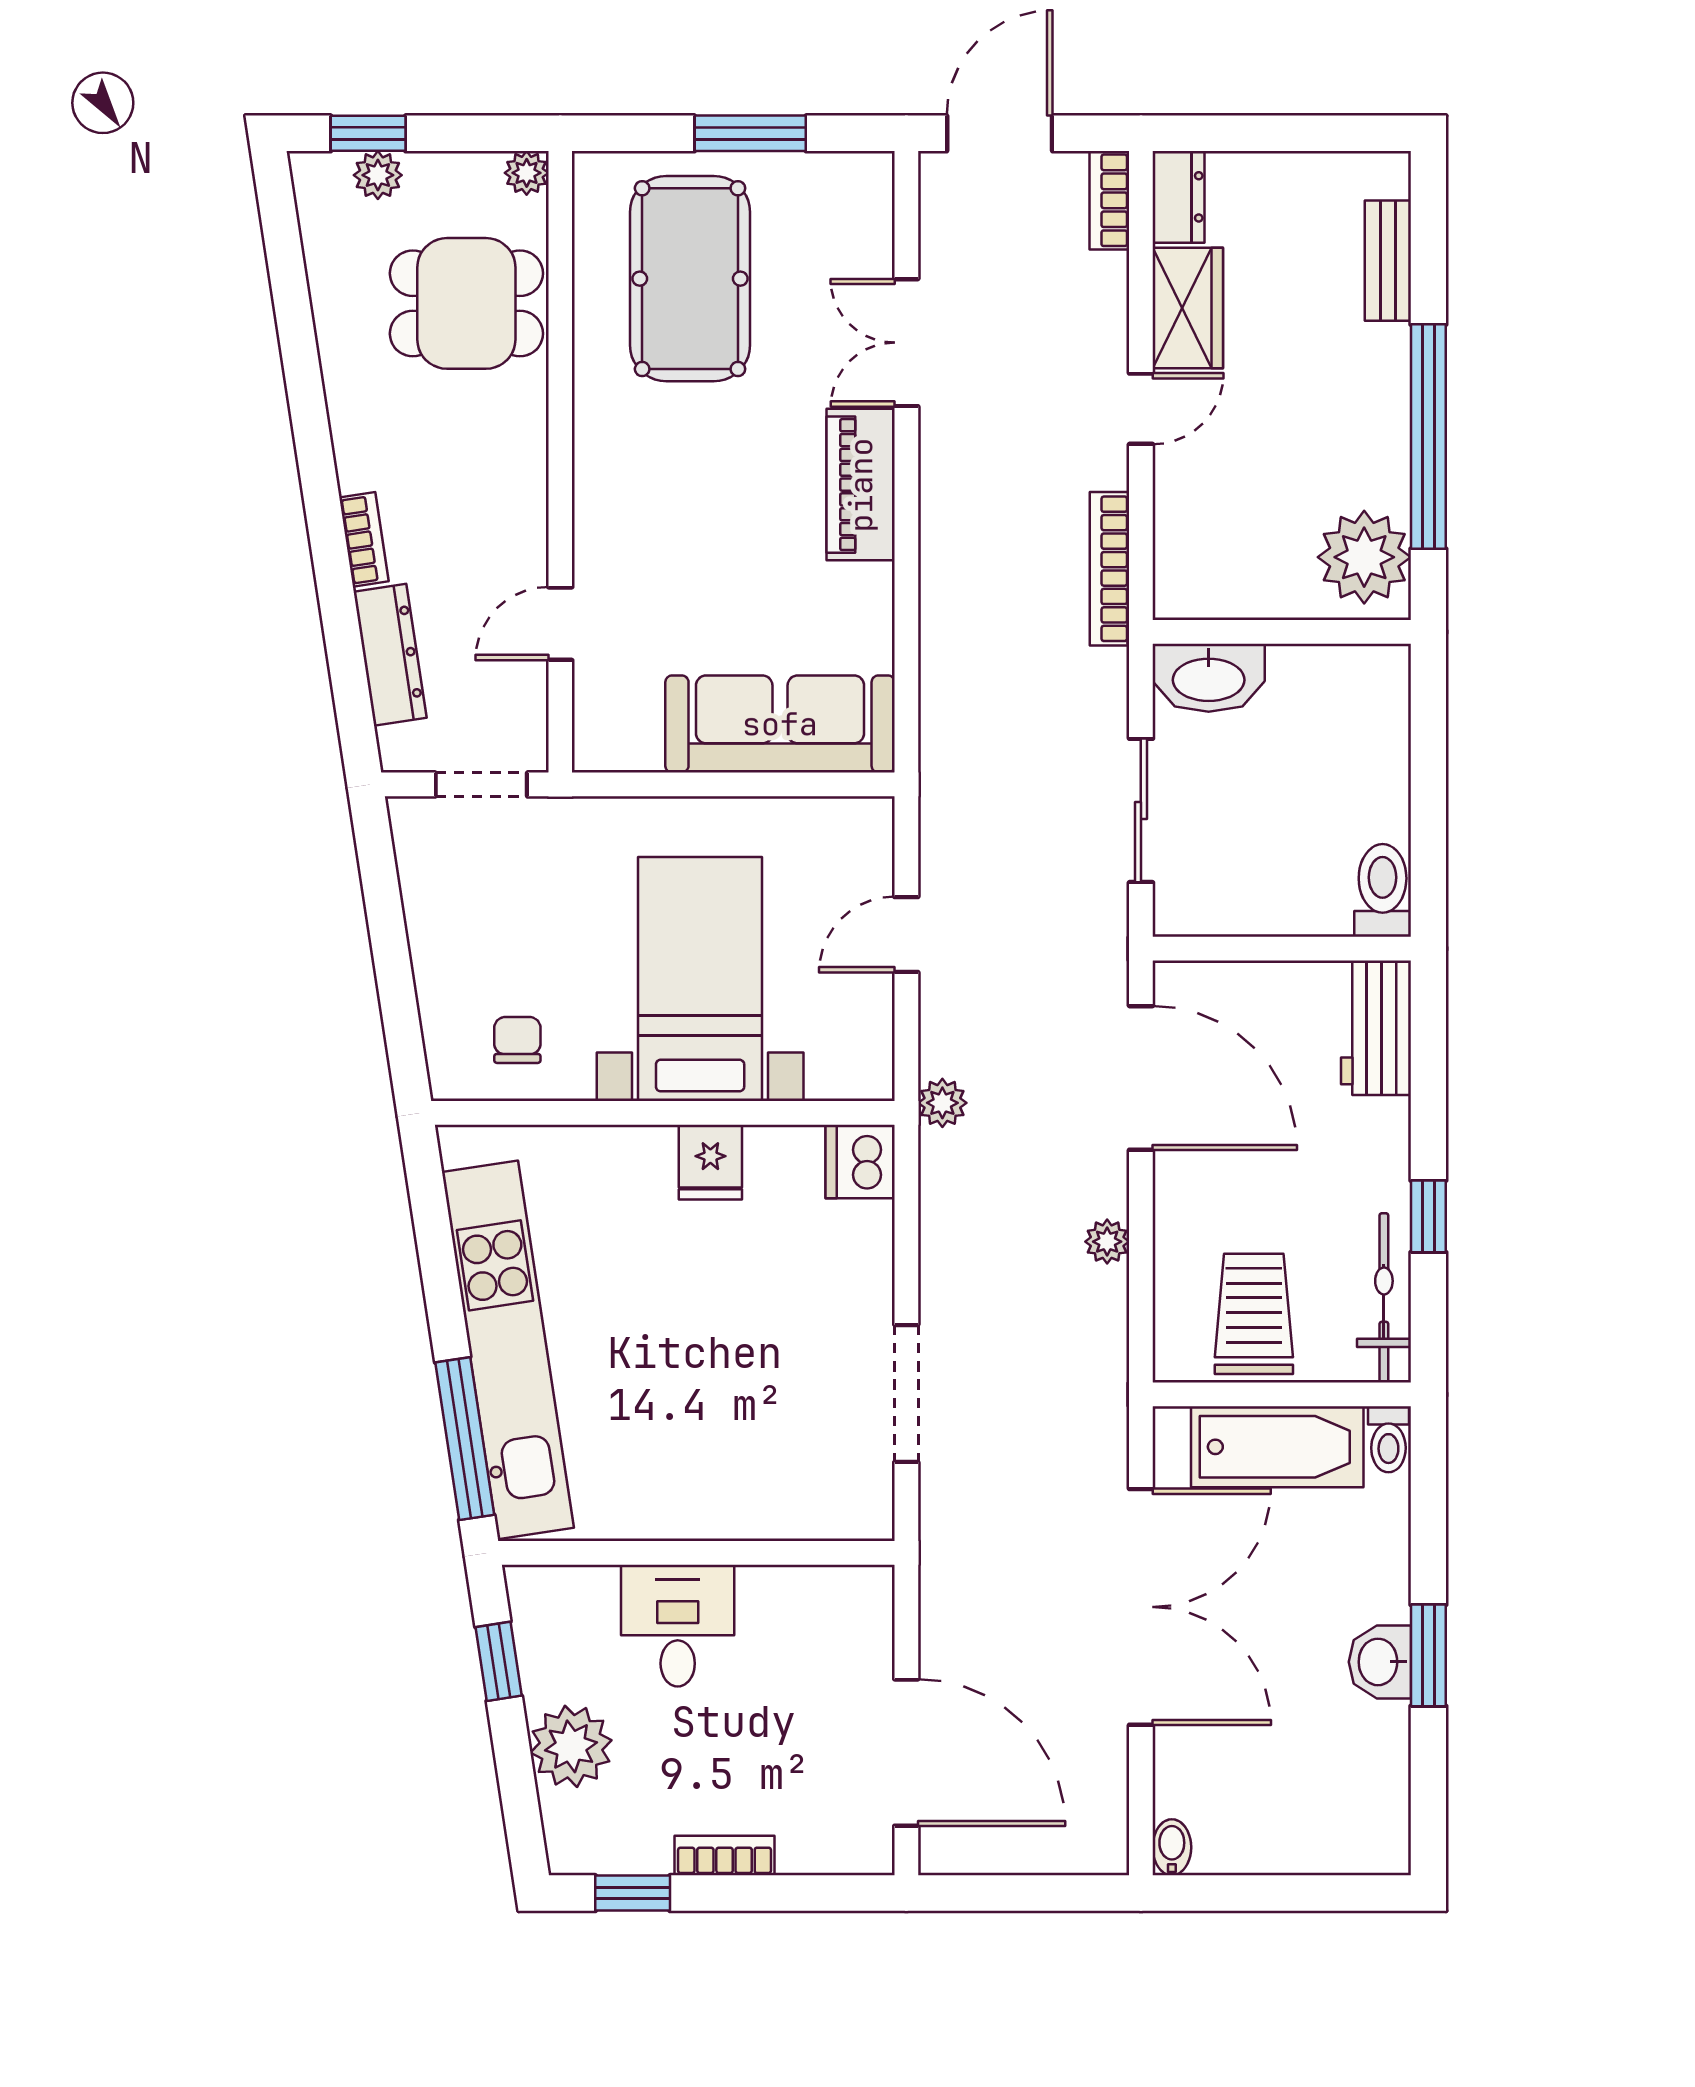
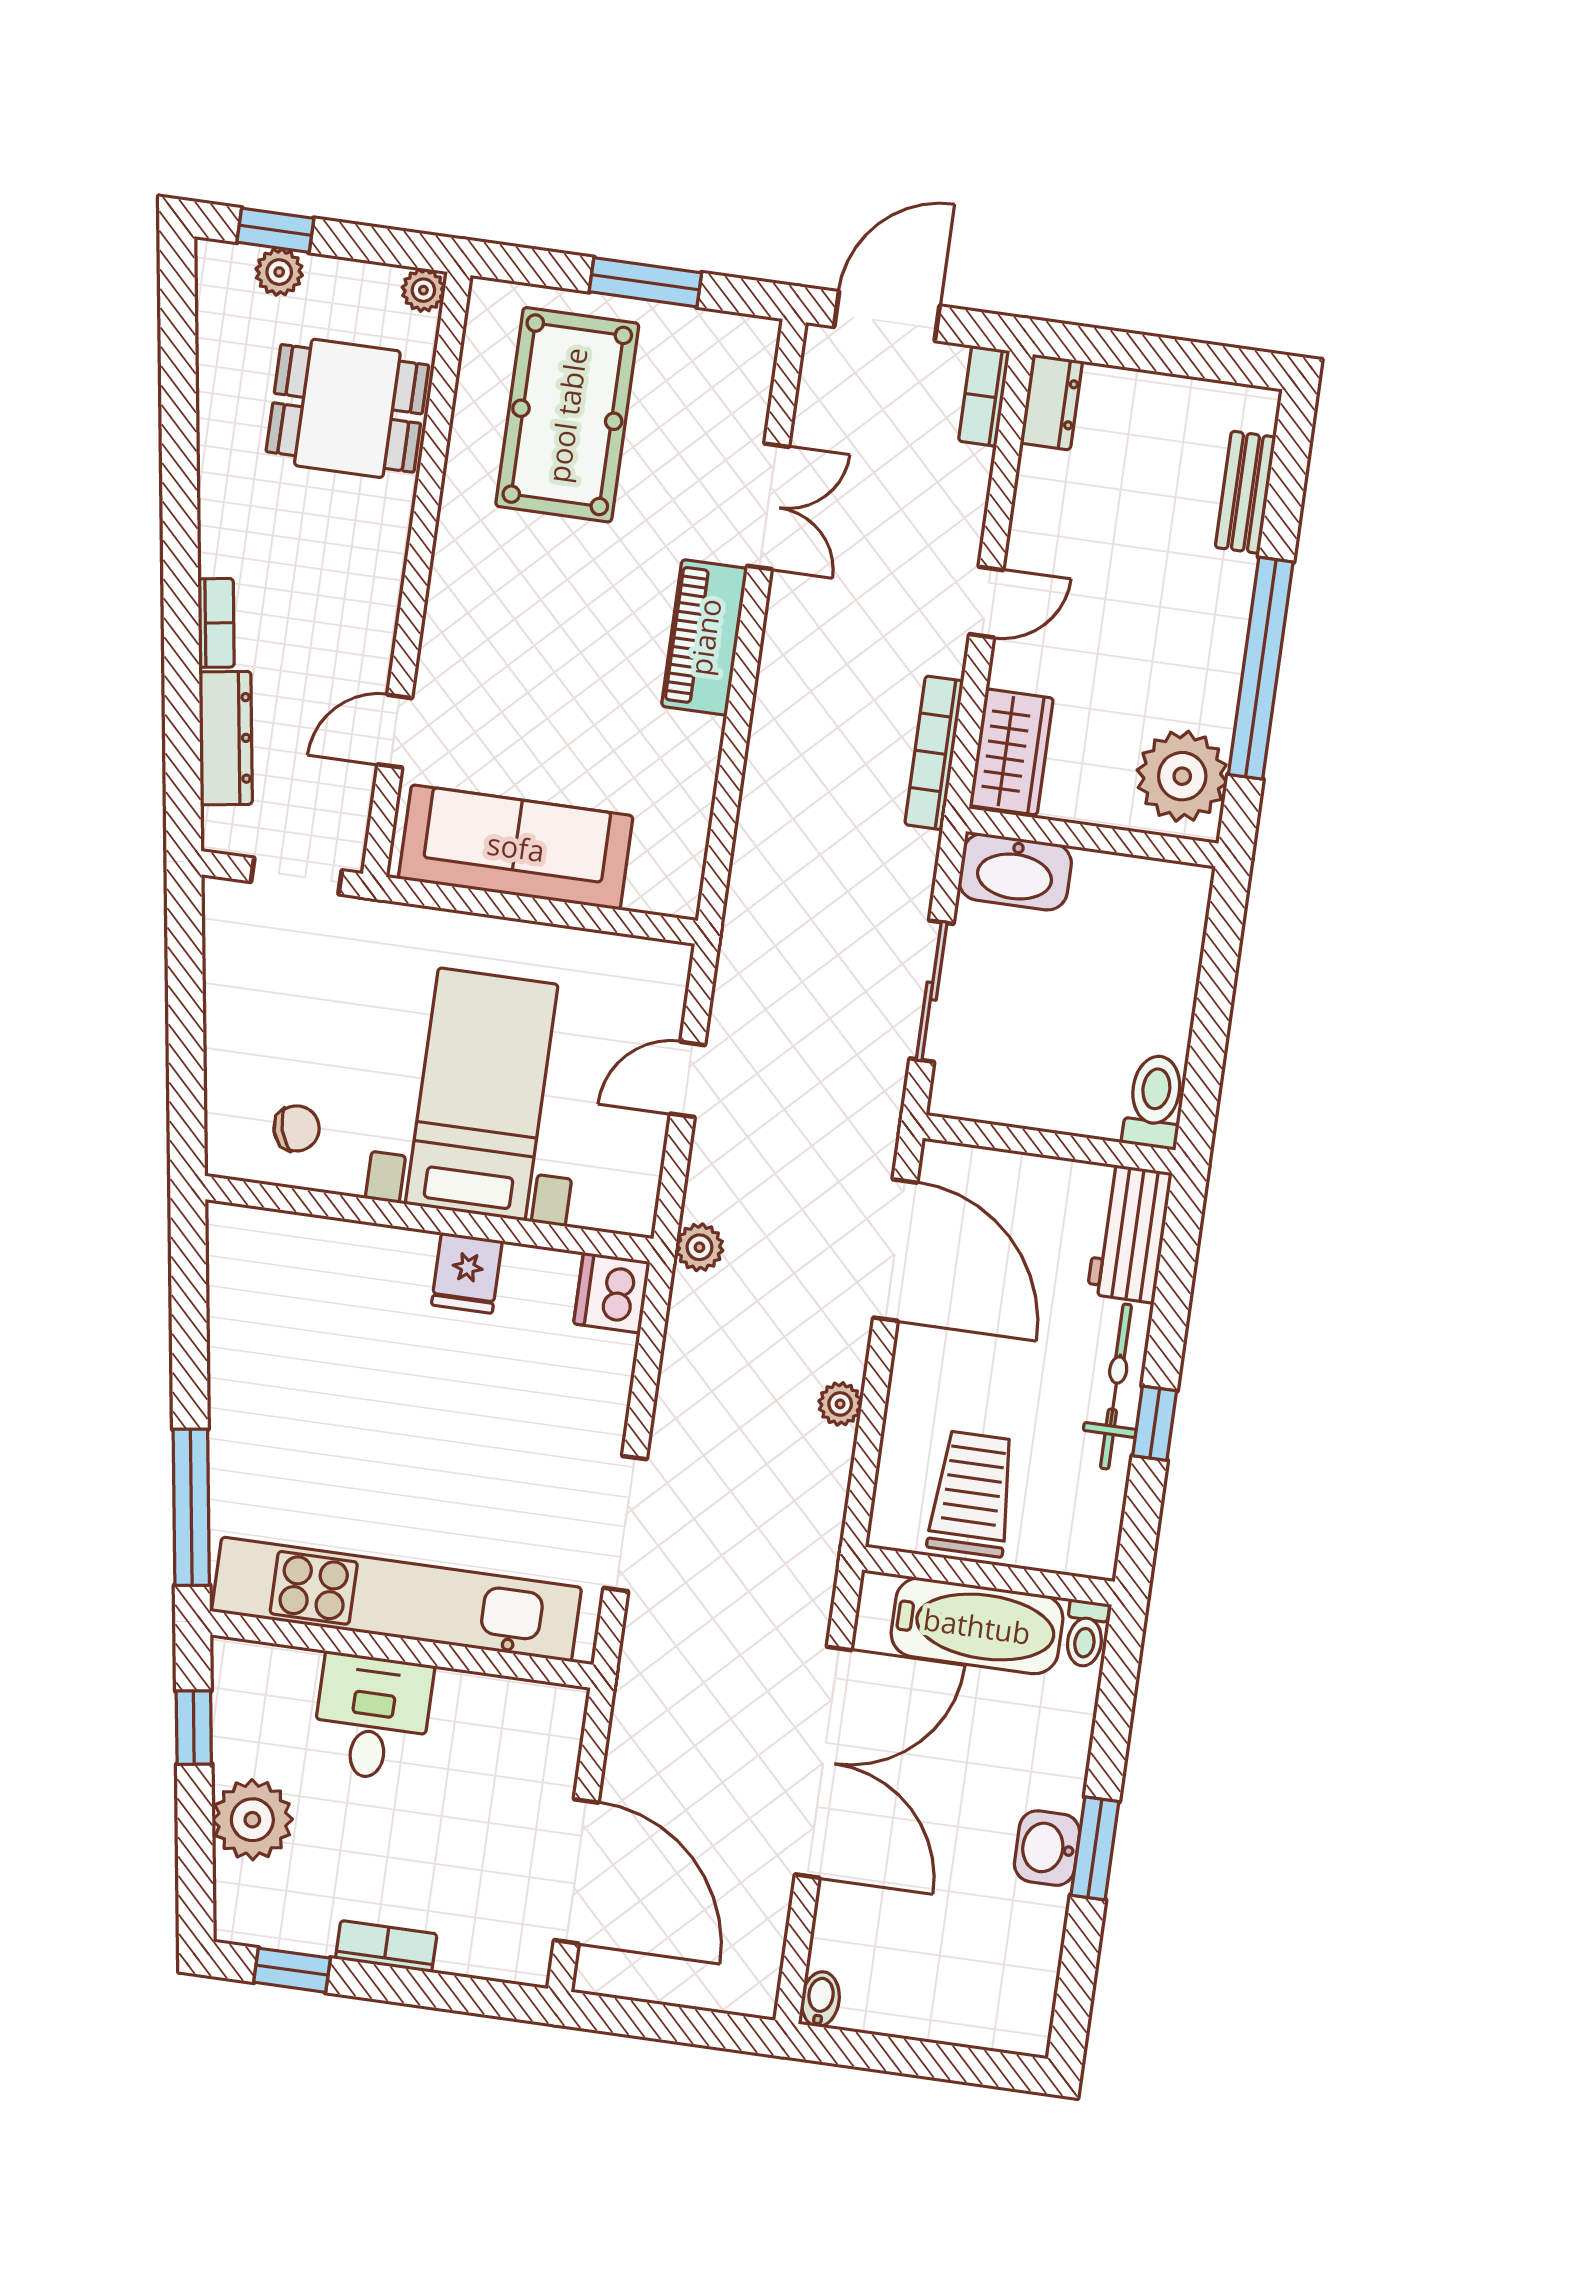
wardrobe: (1188, 308) -> (1011, 752), moved
double door: (906, 343) -> (768, 506), swing flipped
sofa: (780, 724) -> (516, 847), moved
chair: (517, 1040) -> (297, 1128), turned 74
bicycle: (1384, 1298) -> (1116, 1386), moved
kitchen unit: (508, 1350) -> (396, 1599), moved, turned -81

